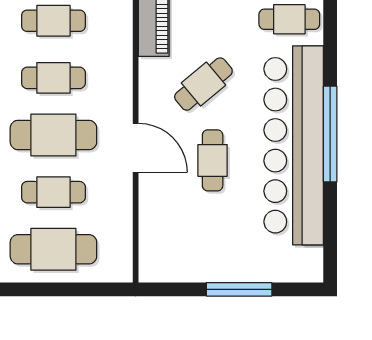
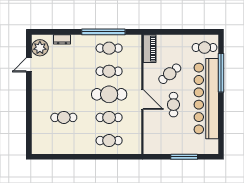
window: (330, 134) -> (221, 73), moved
cafe table: (53, 249) -> (109, 141), width x0.73, depth x0.74

